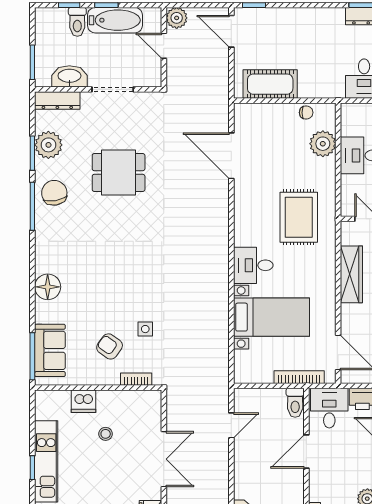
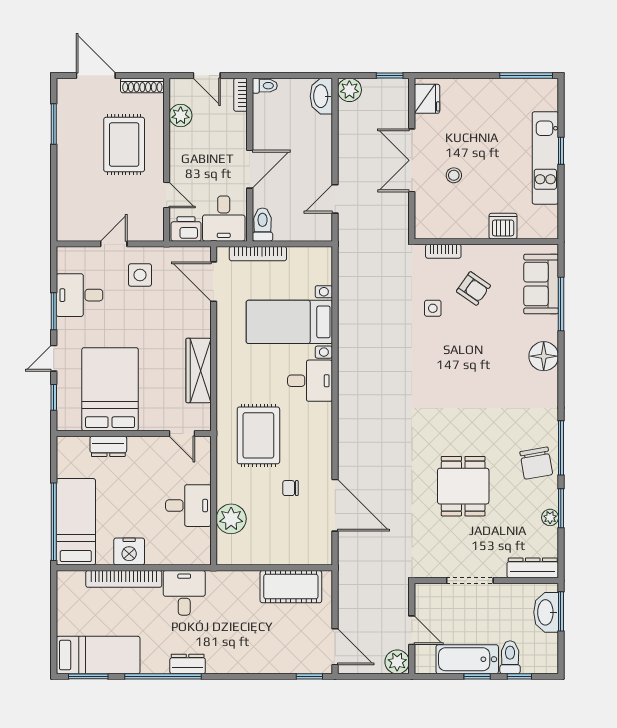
washbasin: (69, 76) -> (546, 612), moved, turned 90
chair: (306, 113) -> (290, 488), moved
plant: (48, 145) -> (550, 517), width x0.53, depth x0.53
dining table: (119, 173) -> (463, 486), turned 90
window: (32, 356) -> (561, 304), moved
stool: (106, 434) -> (454, 175), moved

